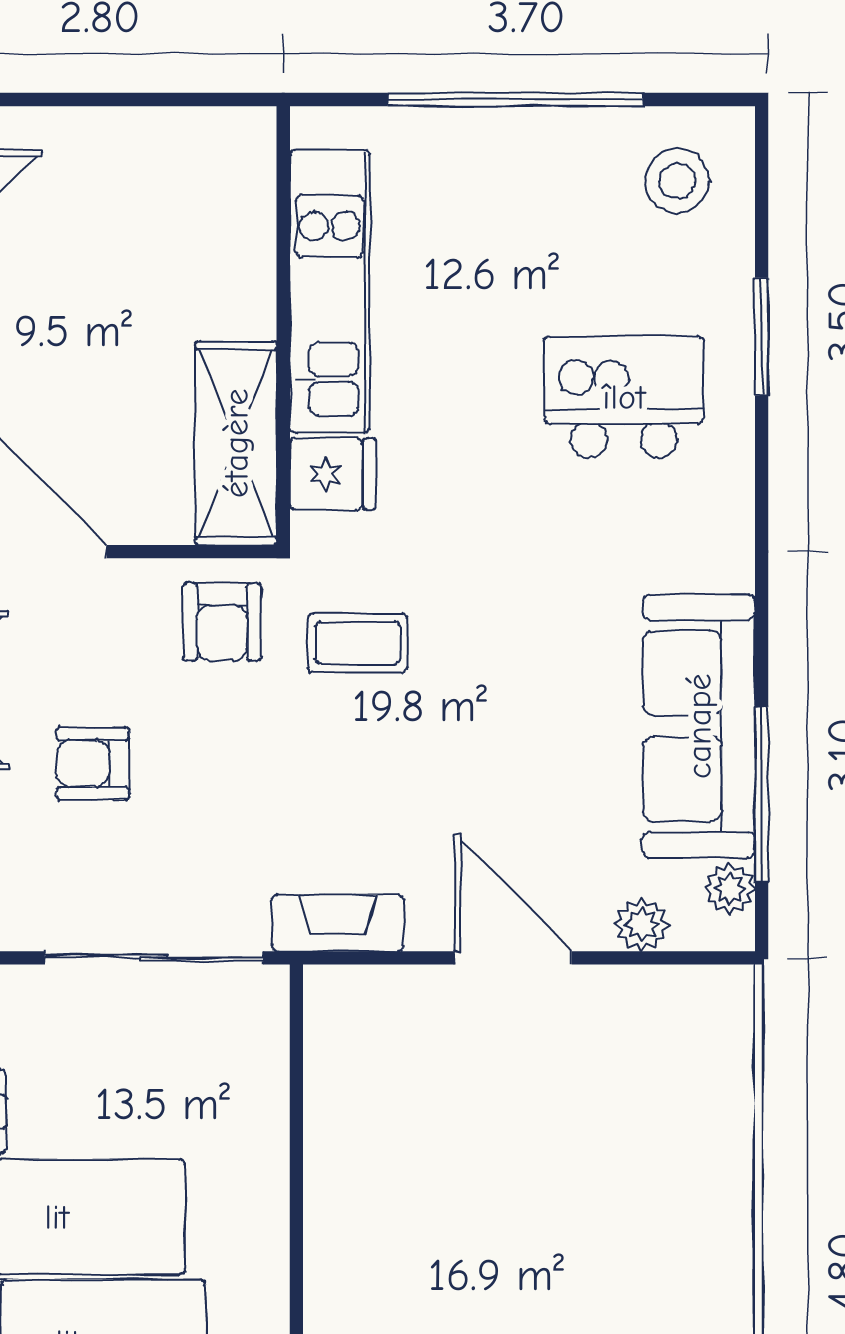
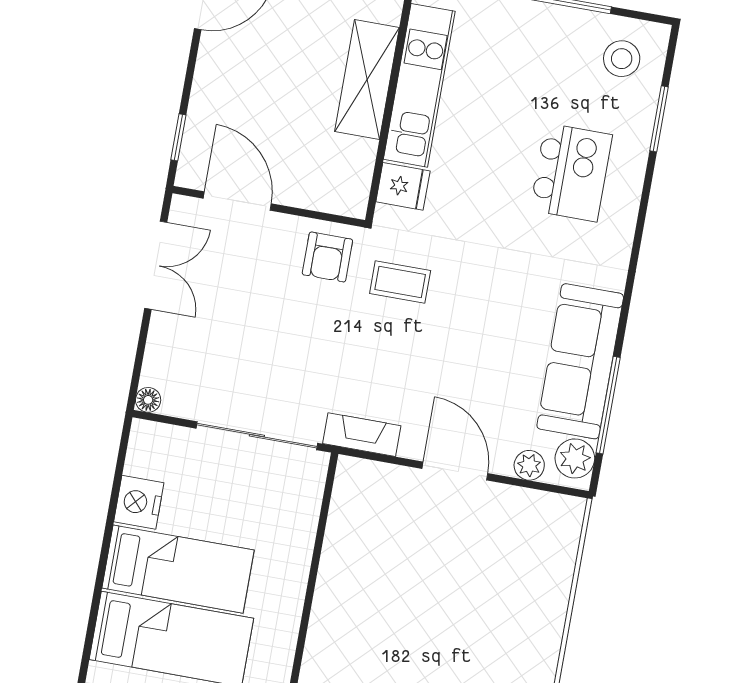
window: (762, 337) -> (659, 119), moved
kitchen island: (624, 397) -> (571, 172), turned 90
shelving: (236, 443) -> (367, 79), moved
armchair: (93, 764) -> (242, 323), removed
plant: (730, 889) -> (575, 458), width x1.38, depth x1.38

